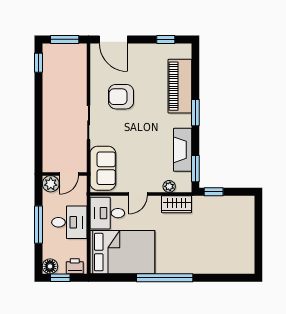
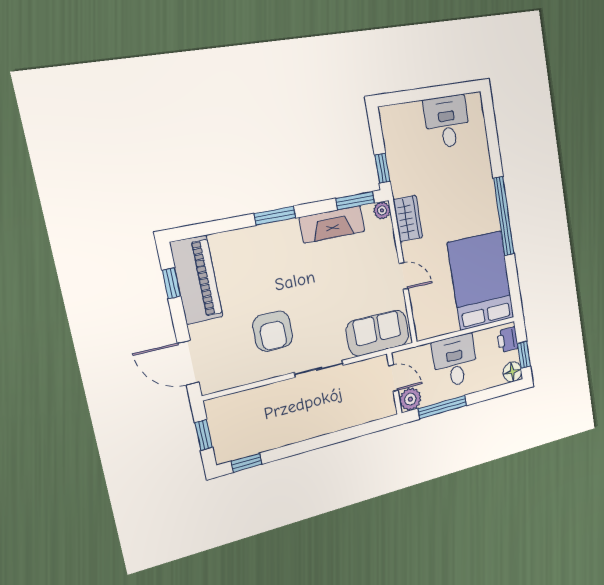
window: (65, 39) -> (204, 435), width x0.67
door: (113, 39) -> (188, 363), swing flipped
piano: (180, 86) -> (196, 280), moved, turned -90
plant: (169, 186) -> (382, 210), moved
desk: (107, 213) -> (447, 122), moved, turned 180
window: (39, 225) -> (443, 407), moved

